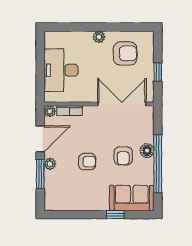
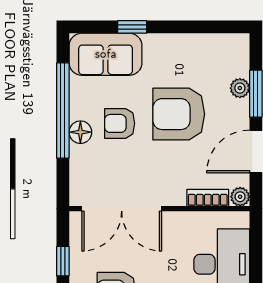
armchair: (123, 156) -> (120, 123), turned -90
armchair: (87, 162) -> (179, 114), width x1.88, depth x1.88
plant: (50, 164) -> (240, 88), moved

